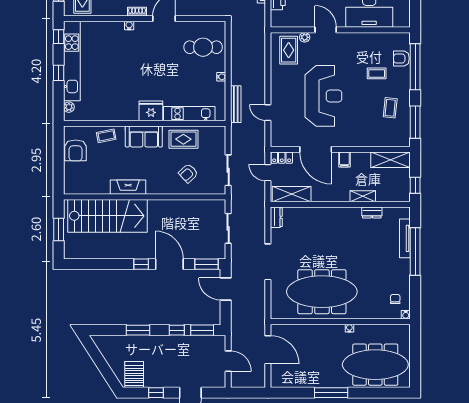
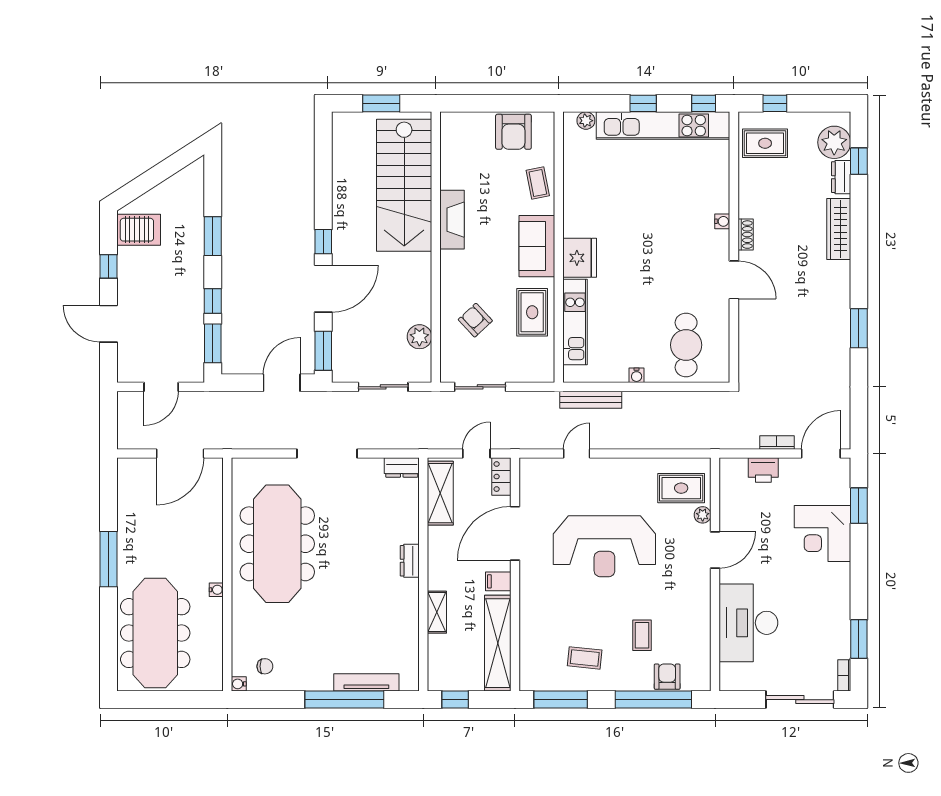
armchair: (76, 150) -> (513, 132), turned -90
shelving: (390, 160) -> (498, 643), width x1.47
plant: (198, 207) -> (419, 337), added
dresser: (372, 212) -> (410, 561), moved

